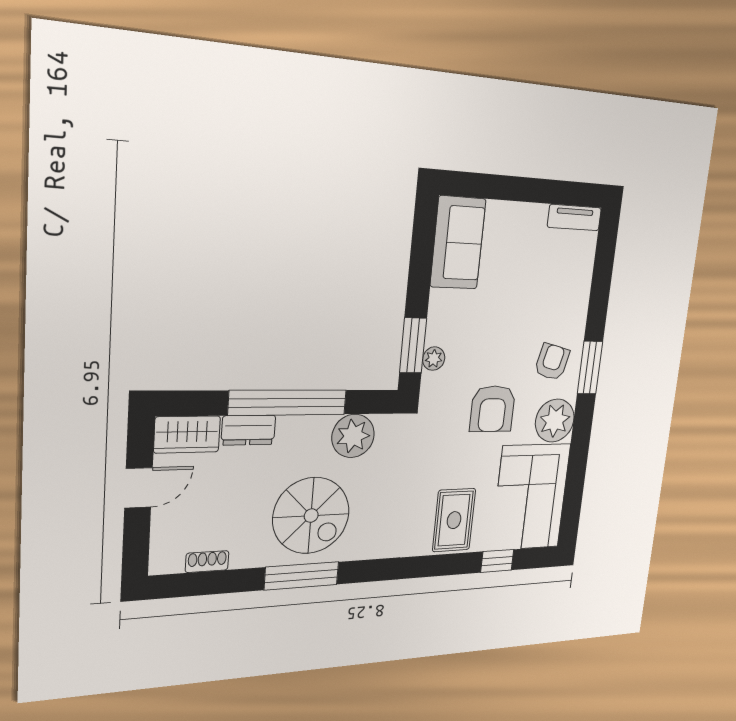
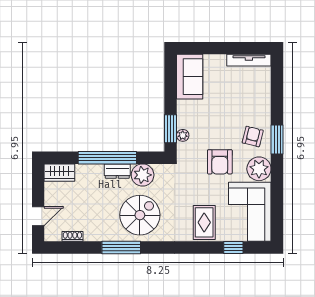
tv unit: (574, 218) -> (249, 60), width x1.41
dresser: (248, 430) -> (117, 171), moved
door: (139, 488) -> (38, 216), moved
spiral stairs: (311, 516) -> (140, 215), moved, turned -90

